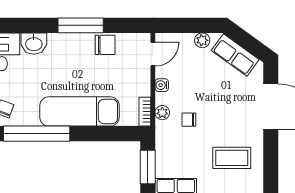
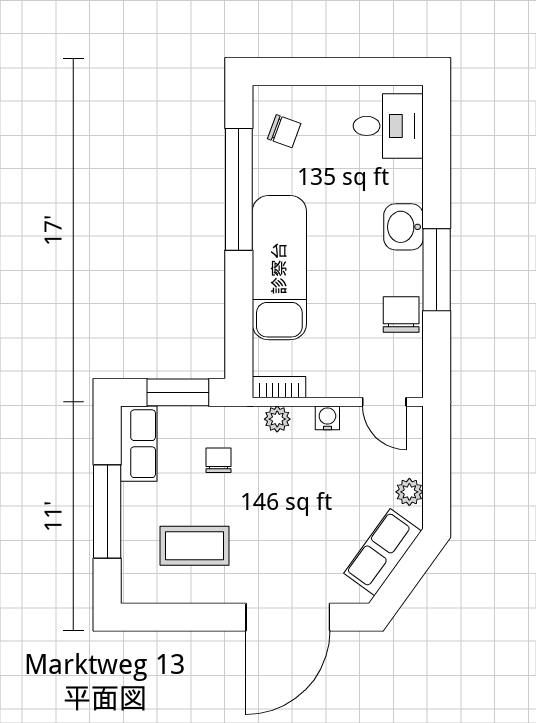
washbasin: (34, 44) -> (403, 227), moved
chair: (105, 45) -> (401, 314), turned 180
chair: (189, 120) -> (218, 460), moved
coffee table: (232, 158) -> (195, 546), turned 90

